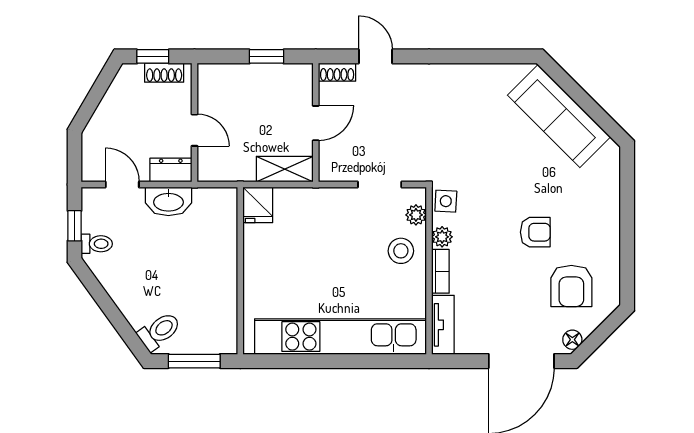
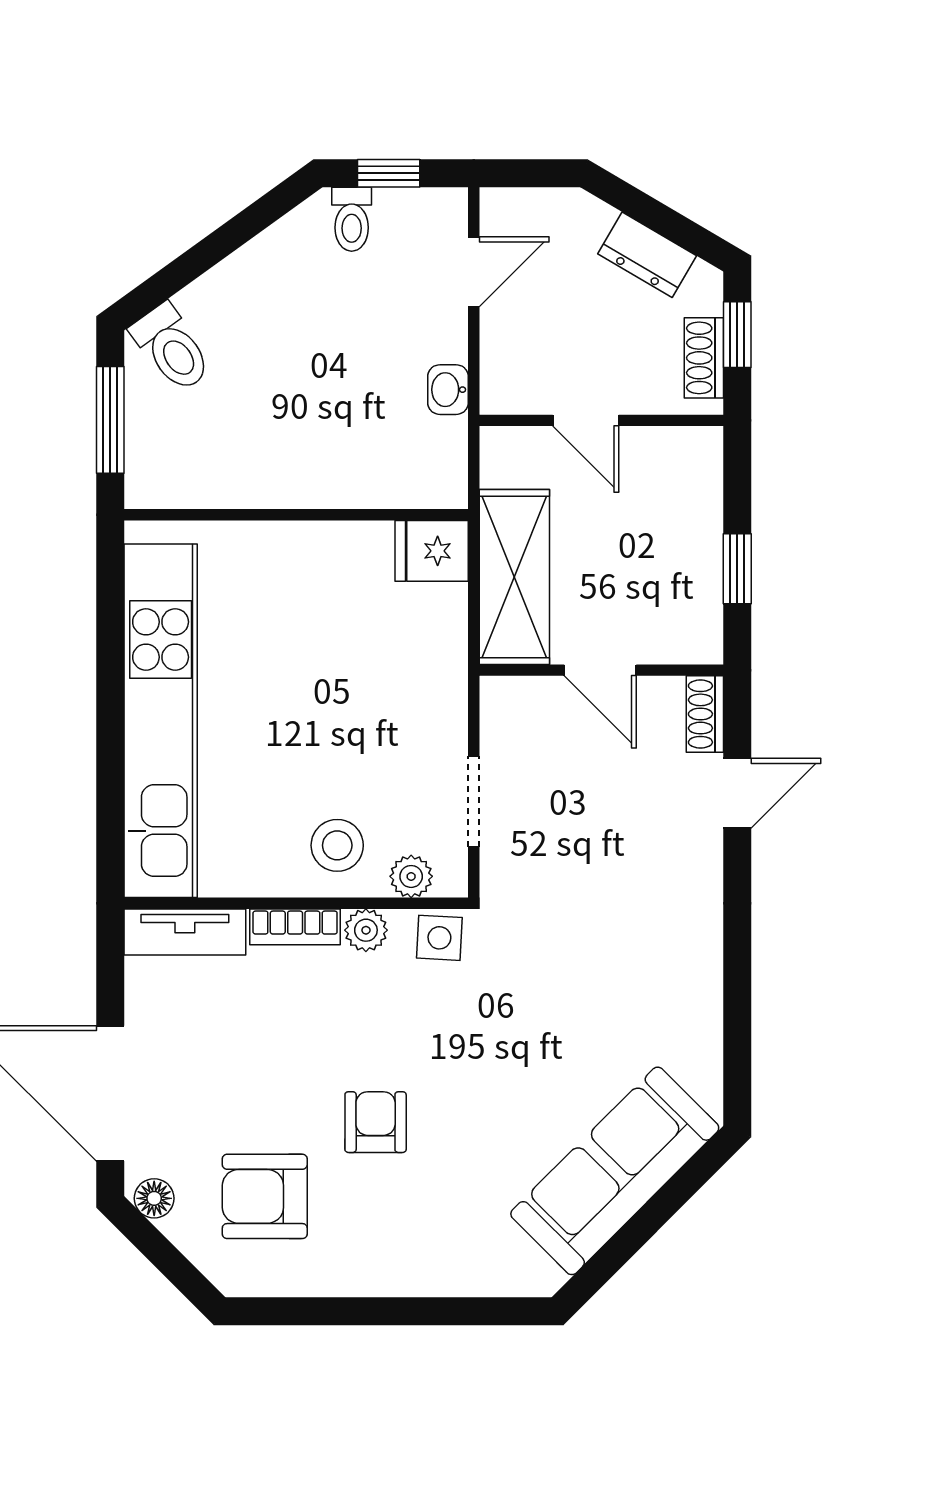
door: (194, 130) -> (586, 420), hinge flipped
shelving: (285, 169) -> (514, 577), width x1.50, depth x1.33
dresser: (171, 170) -> (647, 255), moved, turned 120
washbasin: (168, 201) -> (448, 390), width x0.52, depth x0.69
armchair: (535, 232) -> (376, 1122), turned 180

